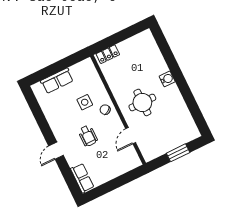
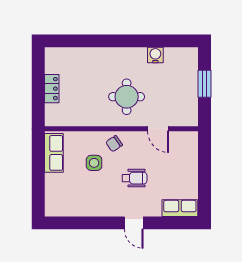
locker: (108, 54) -> (52, 89), moved
water cooler: (167, 79) -> (155, 55), moved
row of seats: (57, 81) -> (54, 153), moved

